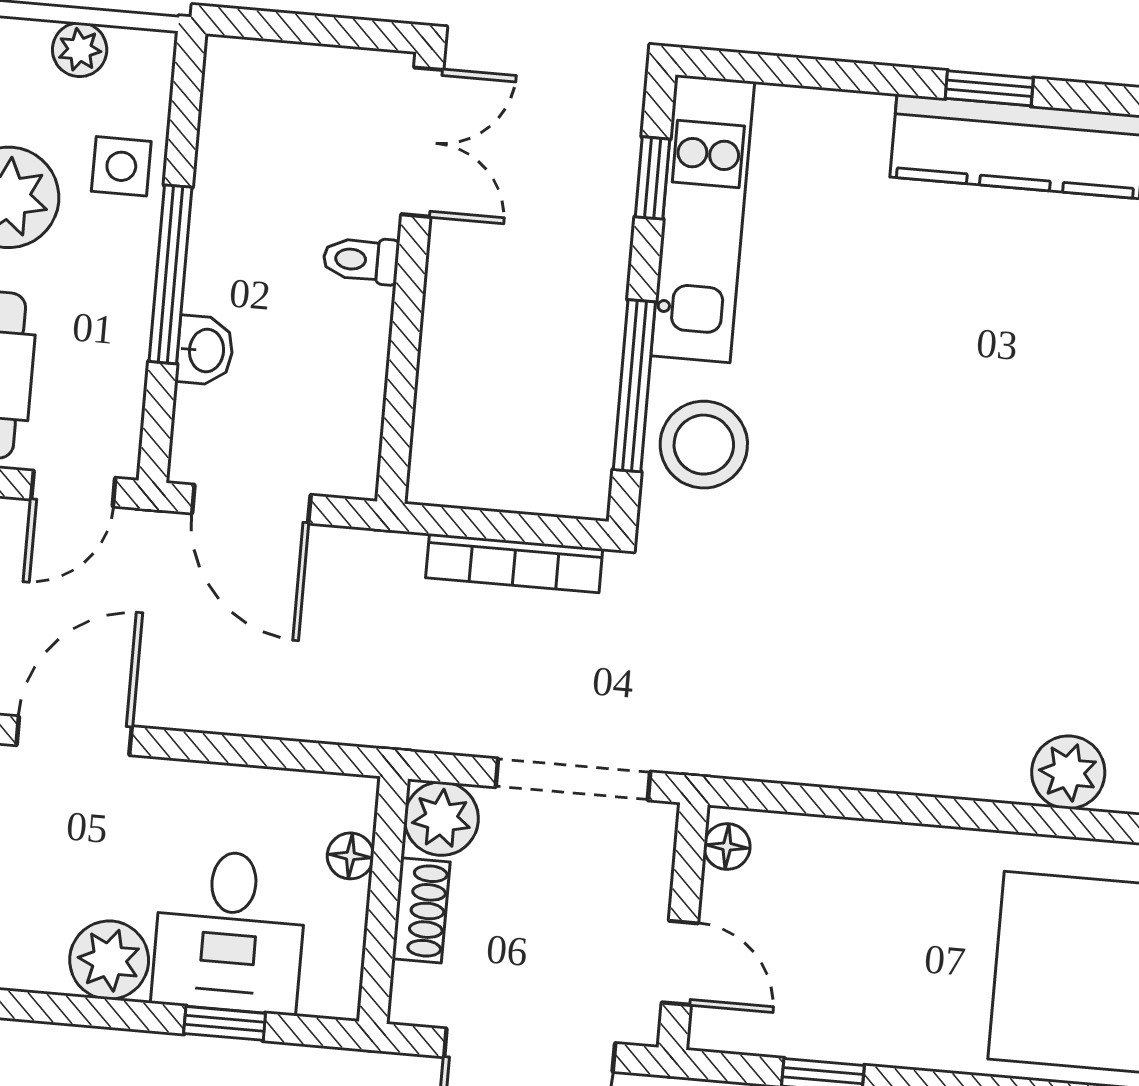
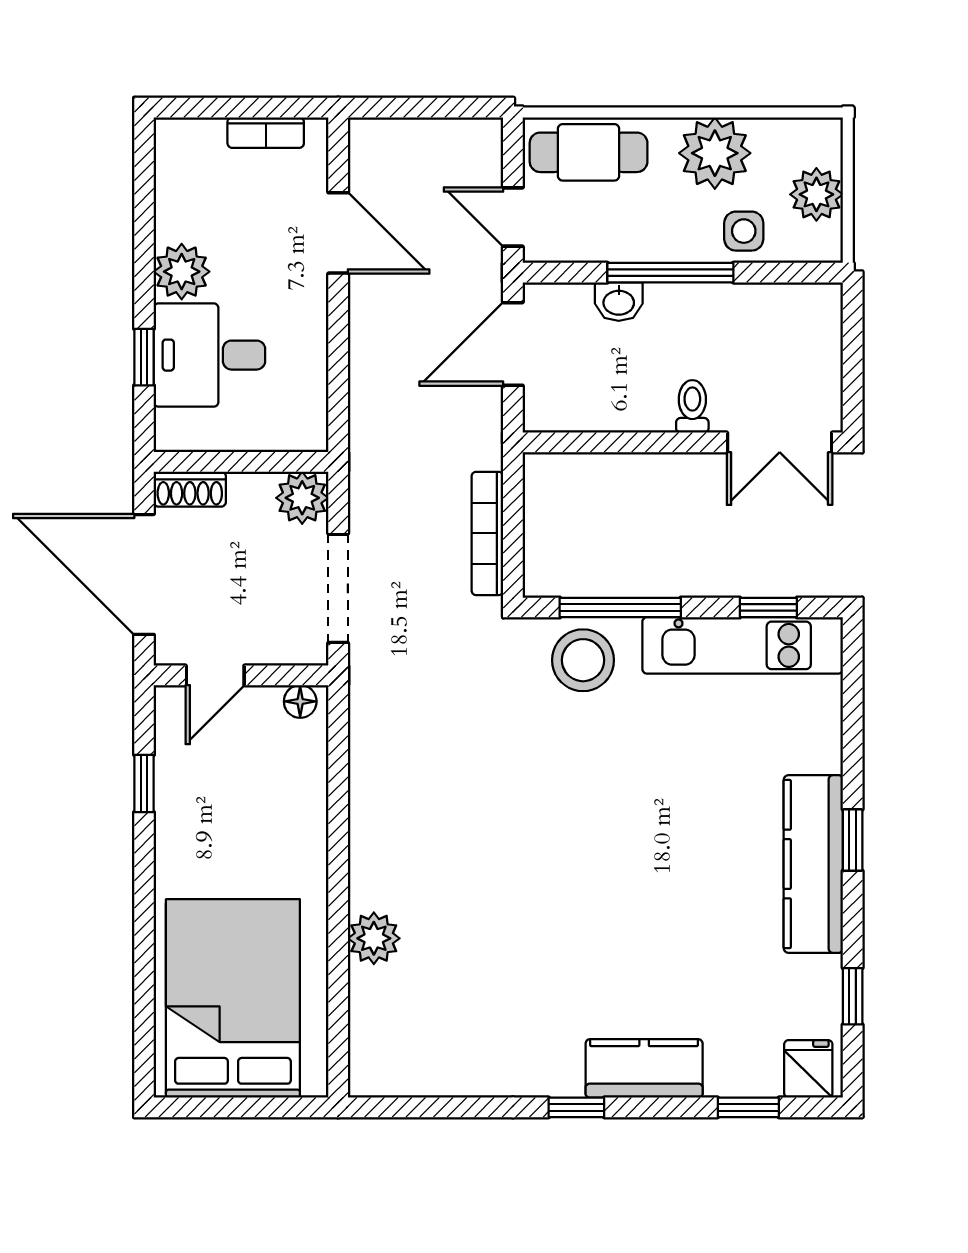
plant: (80, 50) -> (816, 194), width x1.38, depth x1.38
floor lamp: (350, 856) -> (270, 436), removed
shoe rack: (421, 910) -> (190, 489), moved

